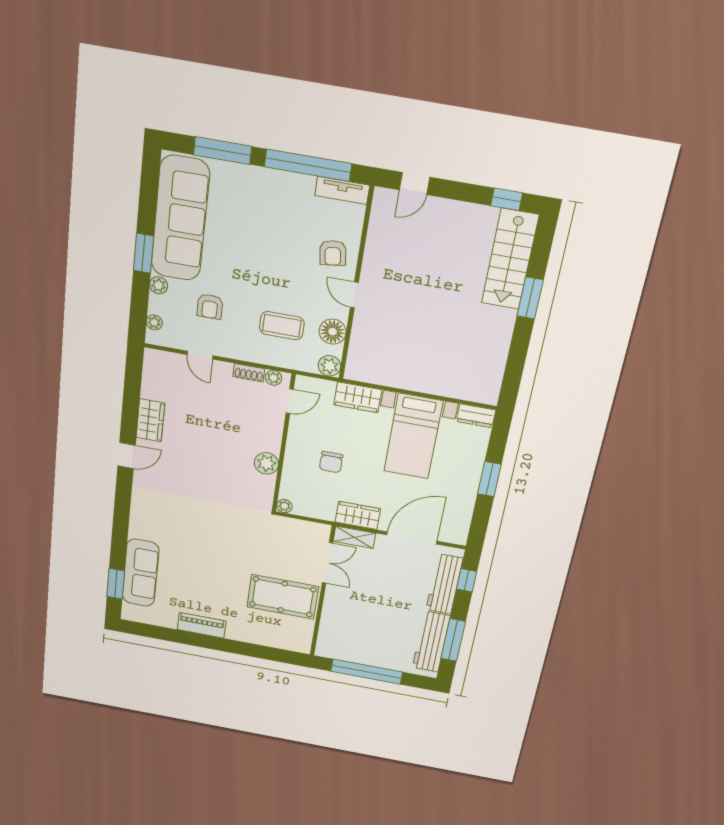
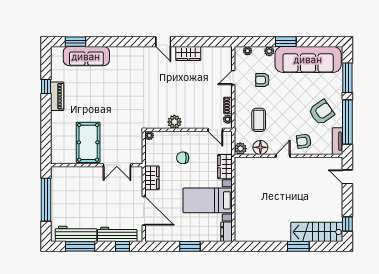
armchair: (283, 211) -> (321, 112), added
shelving: (354, 537) -> (137, 178), removed
window: (184, 637) -> (46, 86), added

